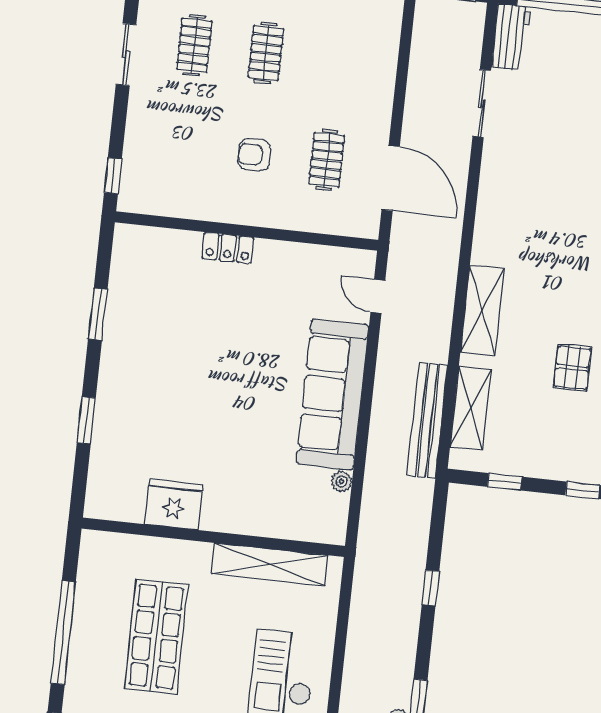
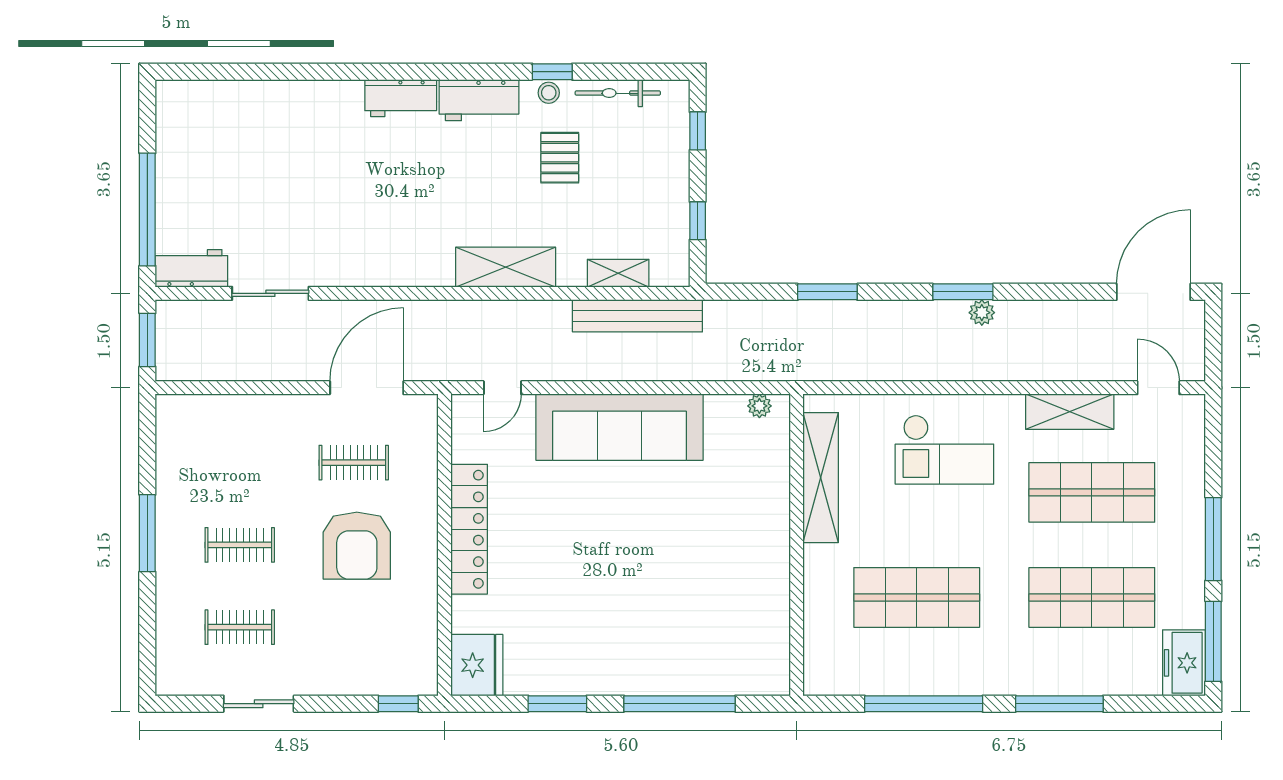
armchair: (254, 155) -> (357, 546), width x1.88, depth x1.88
locker: (228, 248) -> (469, 529), width x2.16, depth x1.21
pallet: (572, 368) -> (560, 158), turned 90
shelving: (470, 408) -> (618, 273), width x0.67, depth x0.75
window: (86, 420) -> (680, 704), width x2.11
plant: (342, 482) -> (759, 406), moved
fridge: (174, 505) -> (477, 665), moved, turned 180
window: (430, 588) -> (827, 292), width x1.50

